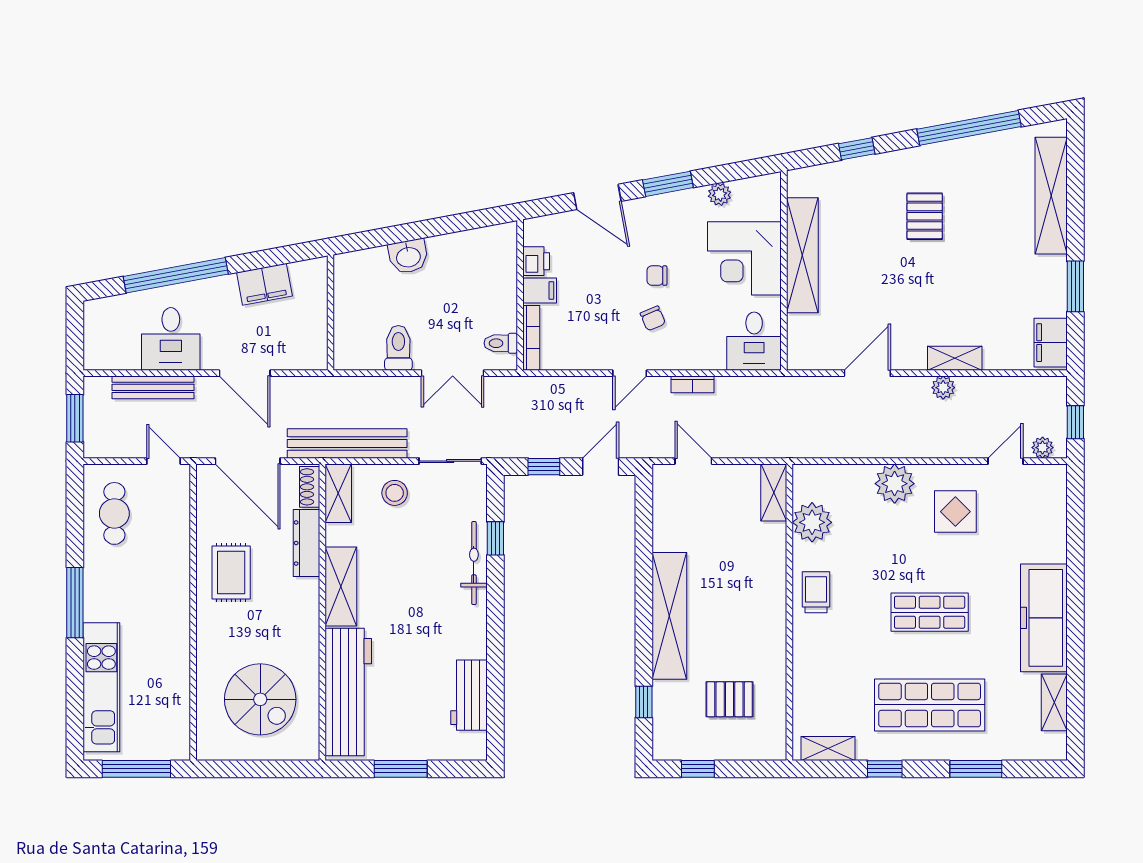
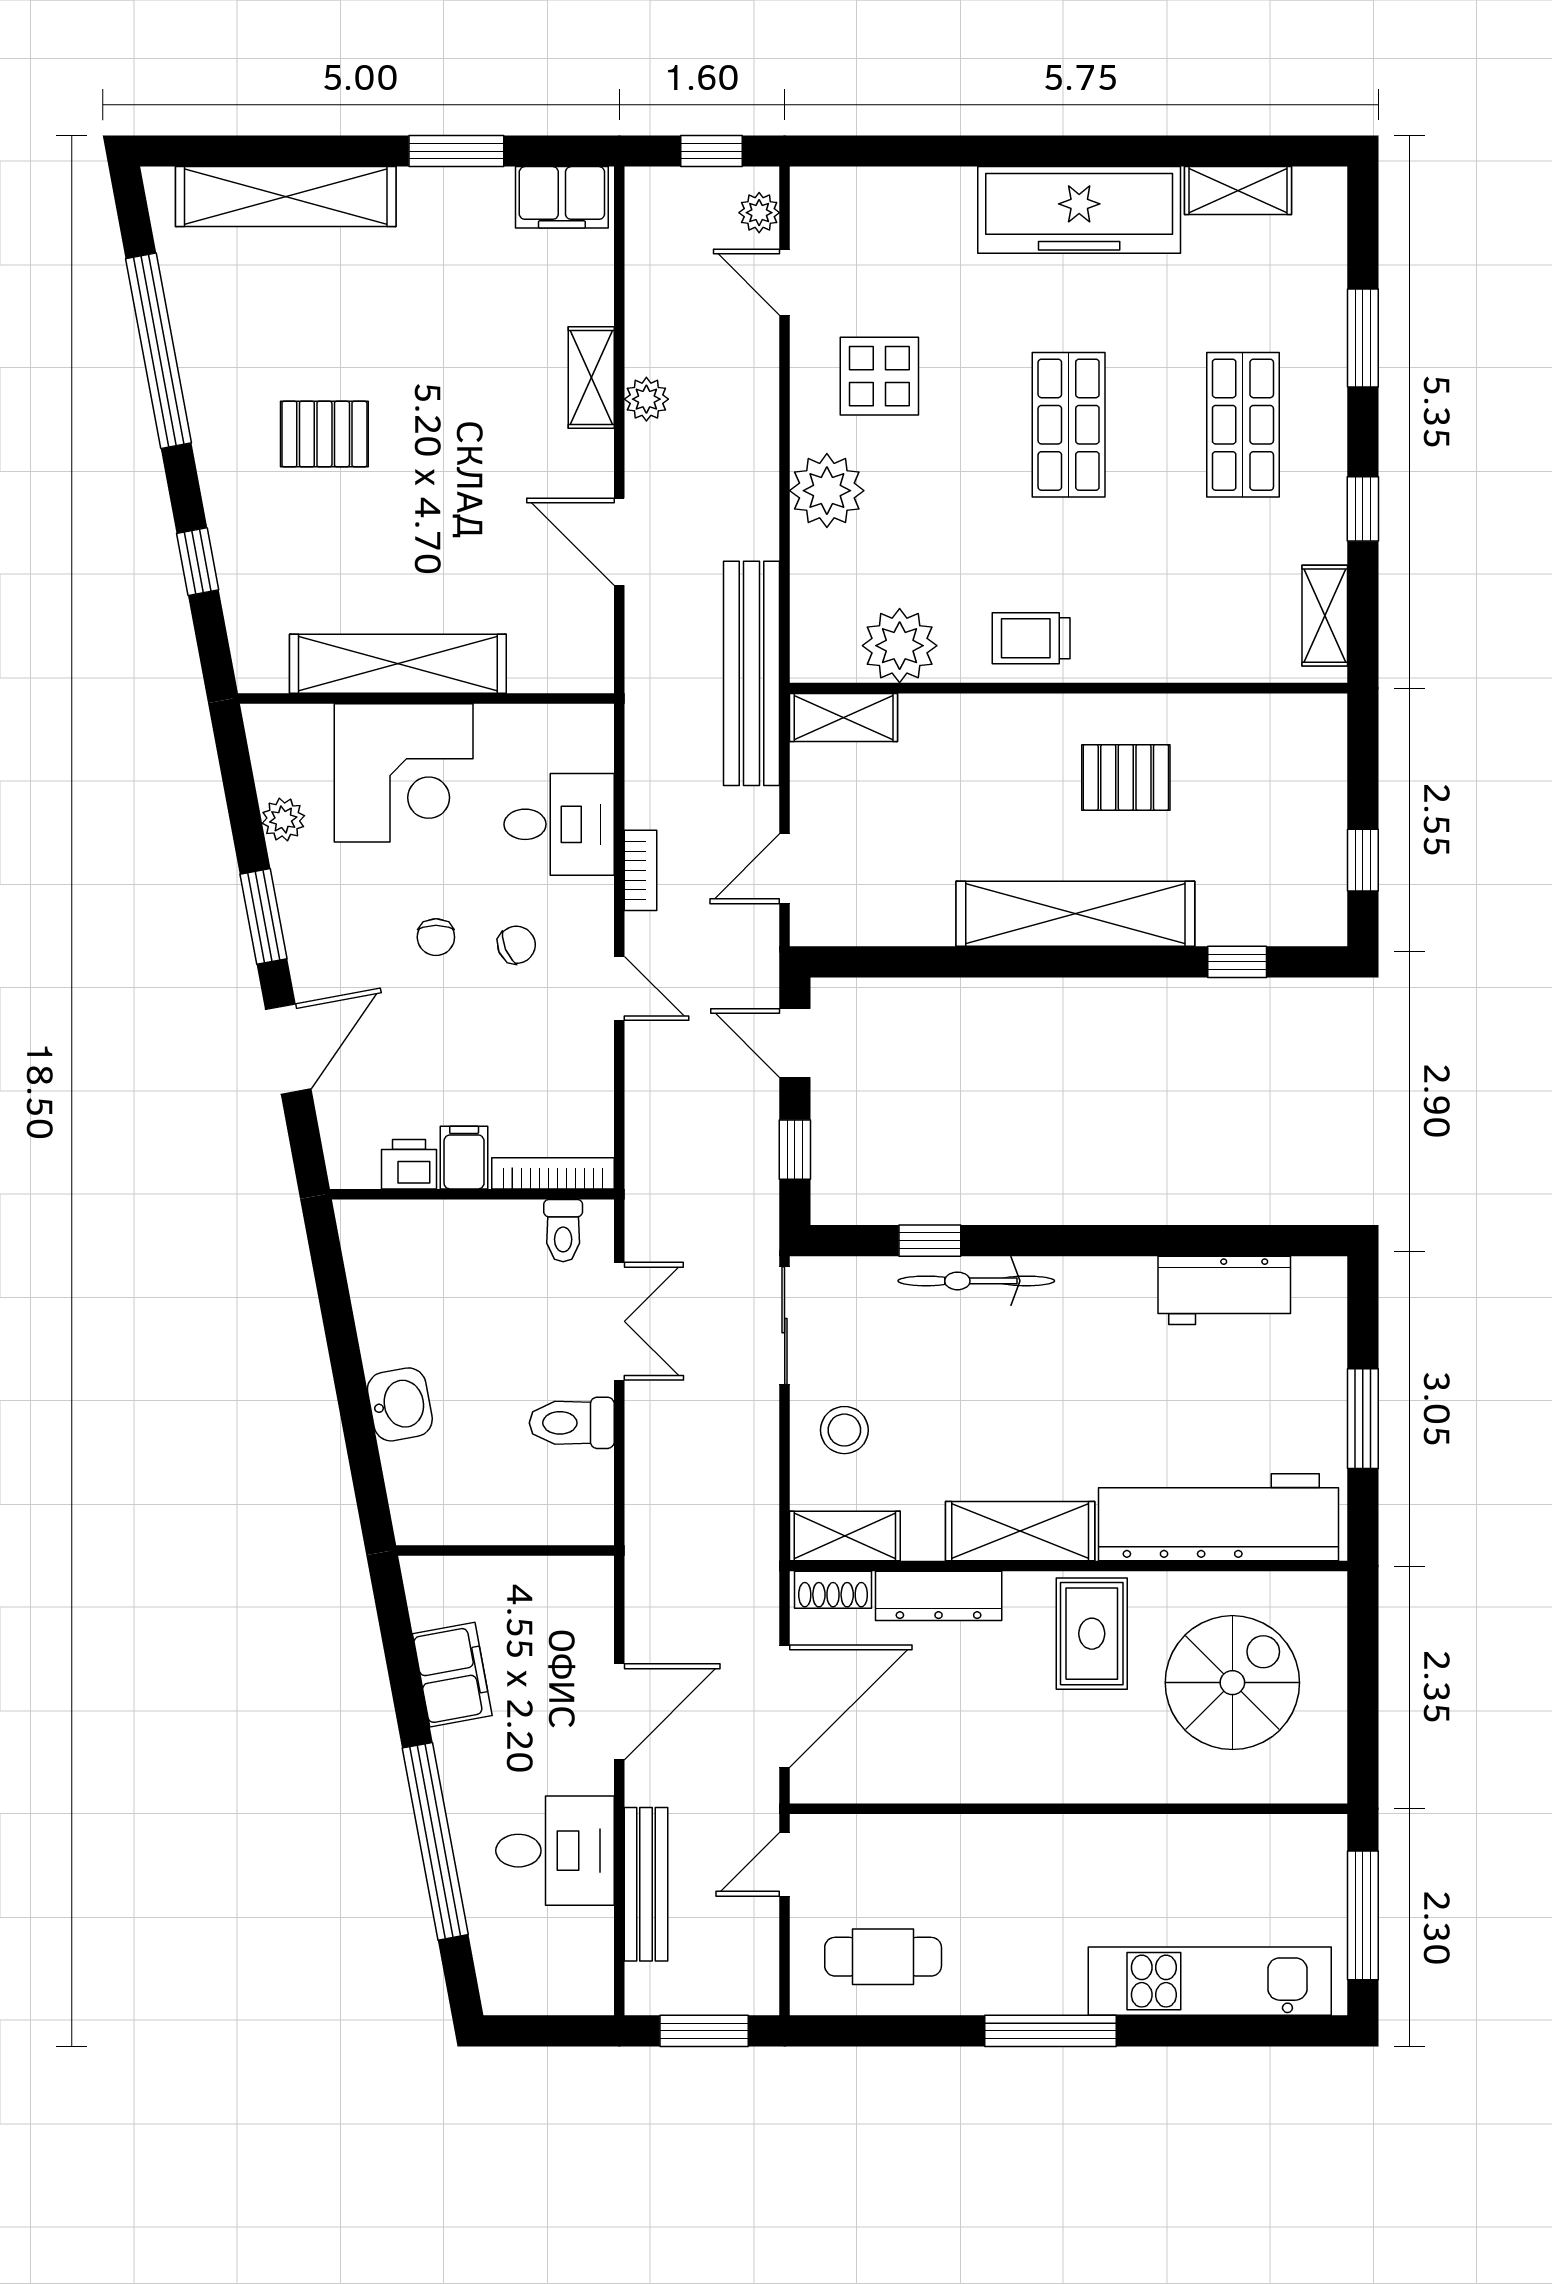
desk: (754, 341) -> (559, 824), moved
bench: (347, 443) -> (751, 673), moved
rug: (231, 572) -> (1092, 1634), moved, turned 90
pallet: (729, 699) -> (1126, 777), moved, turned 90
shop shelf: (930, 705) -> (1243, 425), width x0.70, depth x0.74

